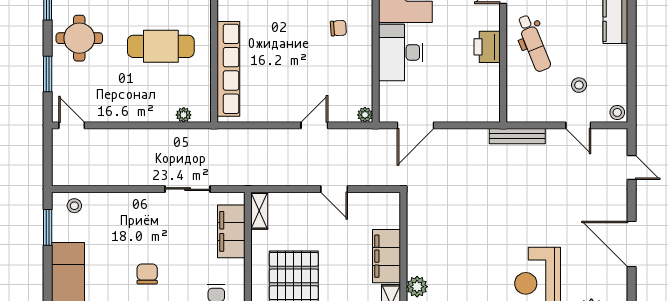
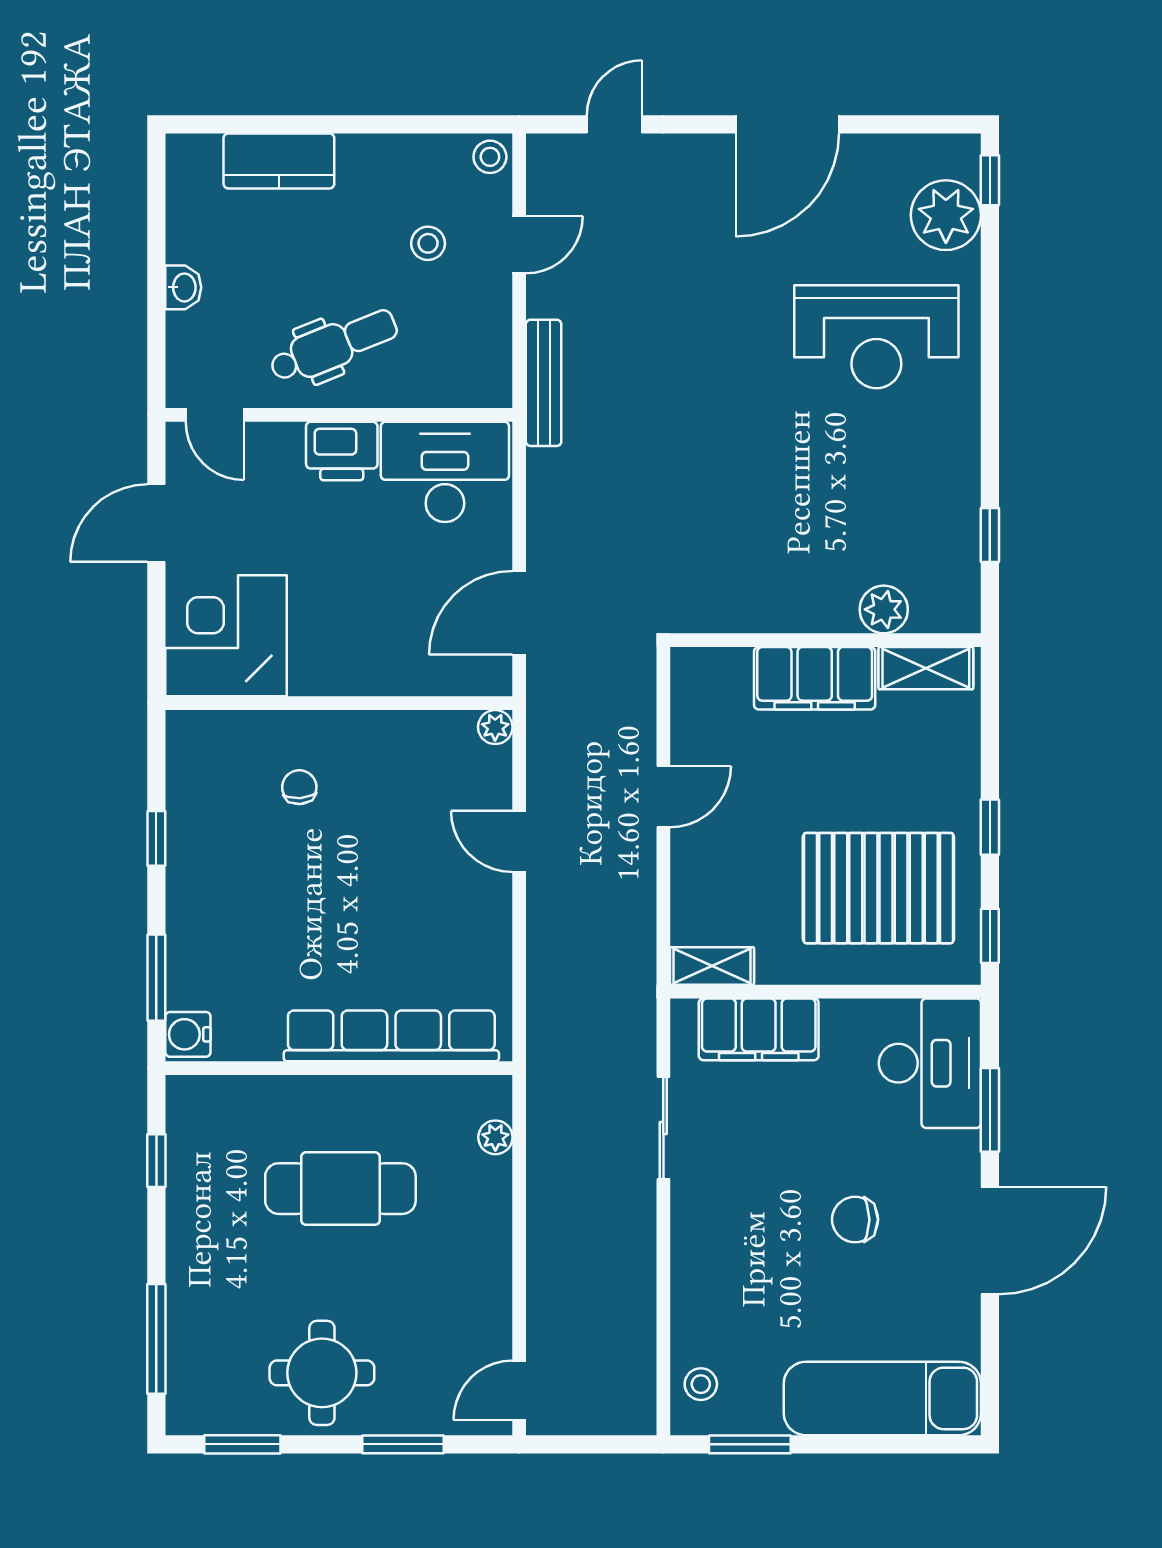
cafe table: (161, 46) -> (340, 1189), turned 90
desk: (401, 52) -> (445, 472), moved, turned 180
door: (416, 125) -> (519, 613), swing flipped

